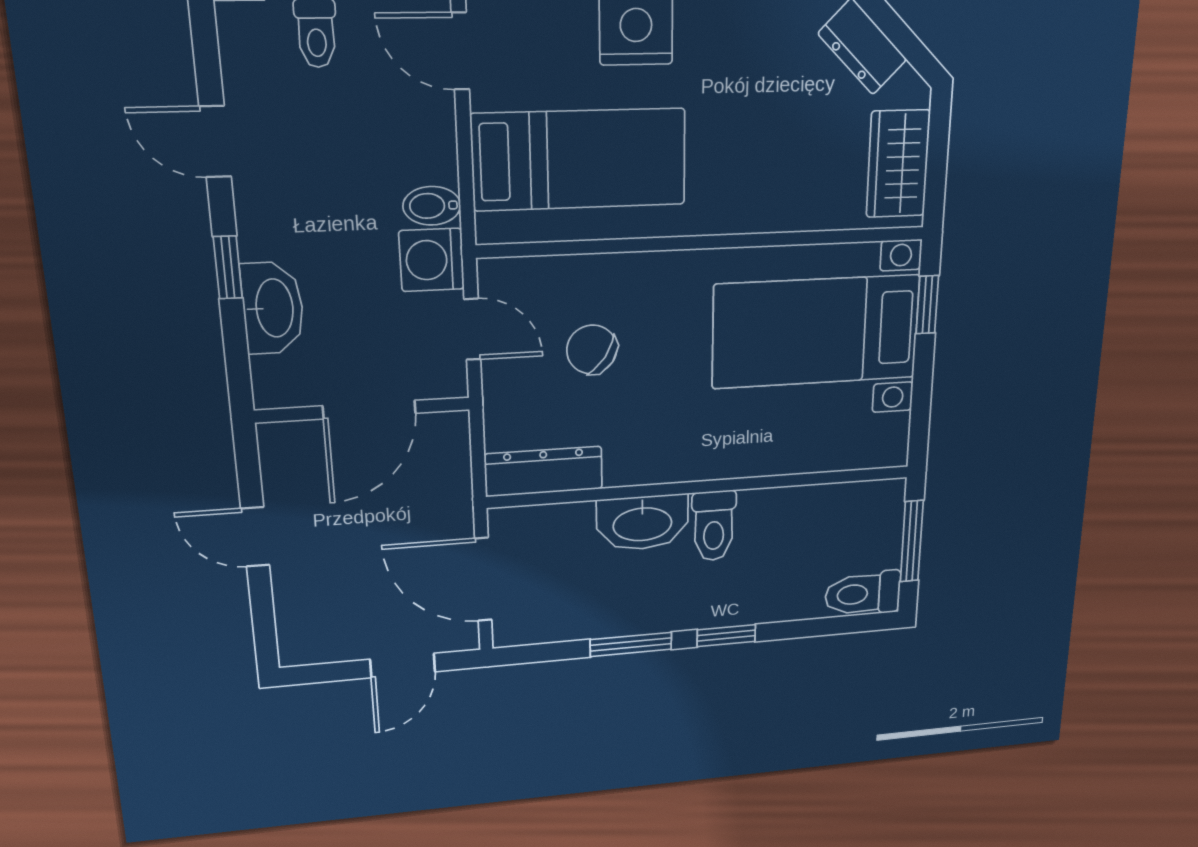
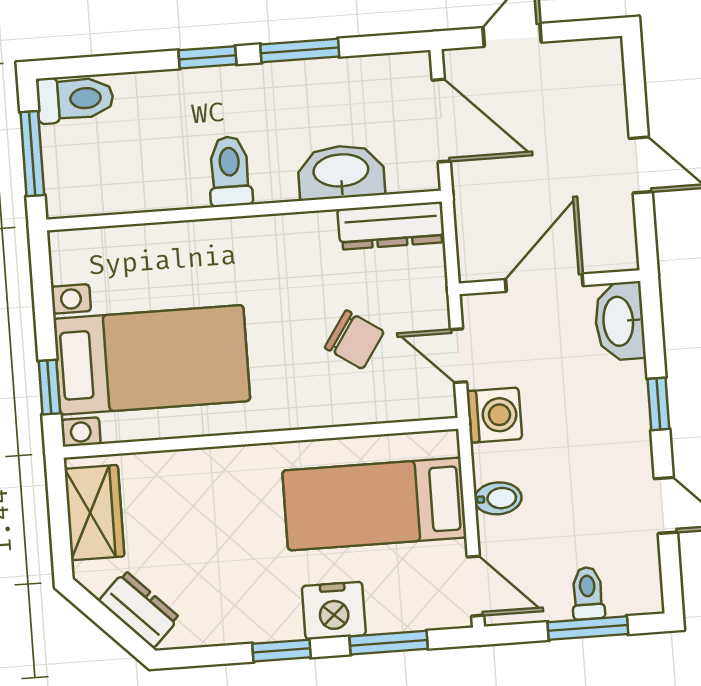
bidet: (432, 206) -> (498, 498), moved
washbasin: (273, 308) -> (620, 321), moved
washbasin: (643, 523) -> (341, 172), moved

